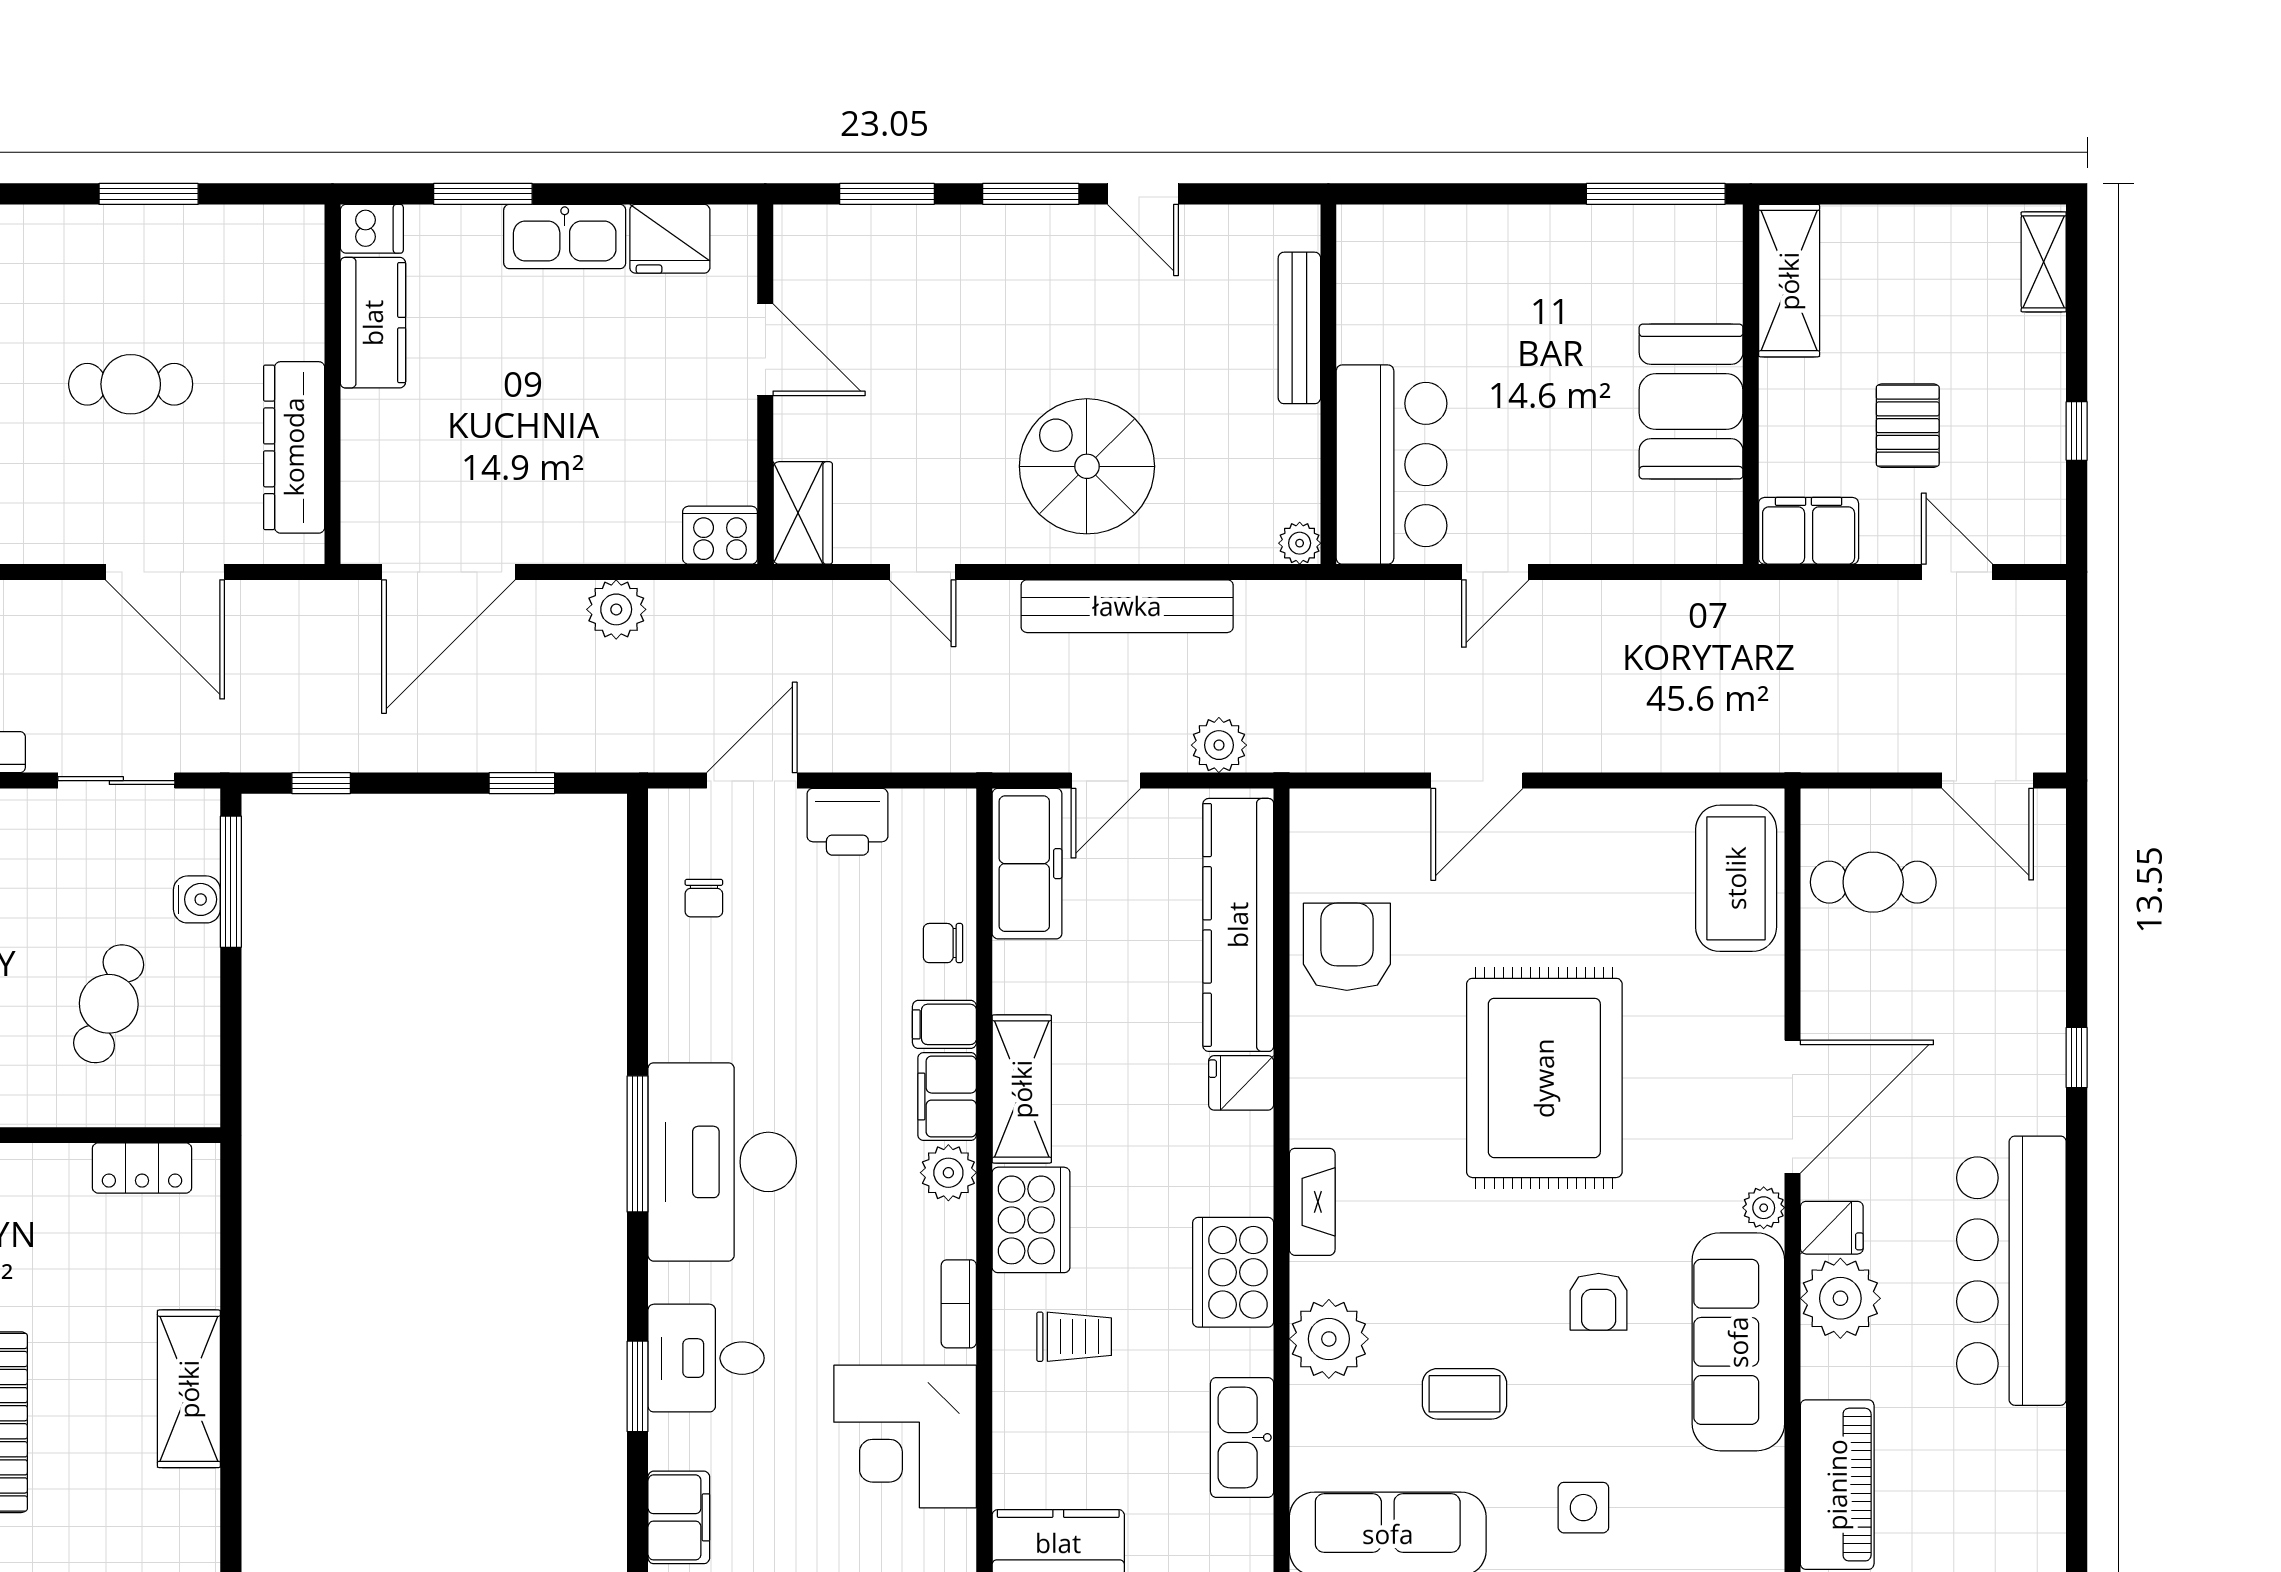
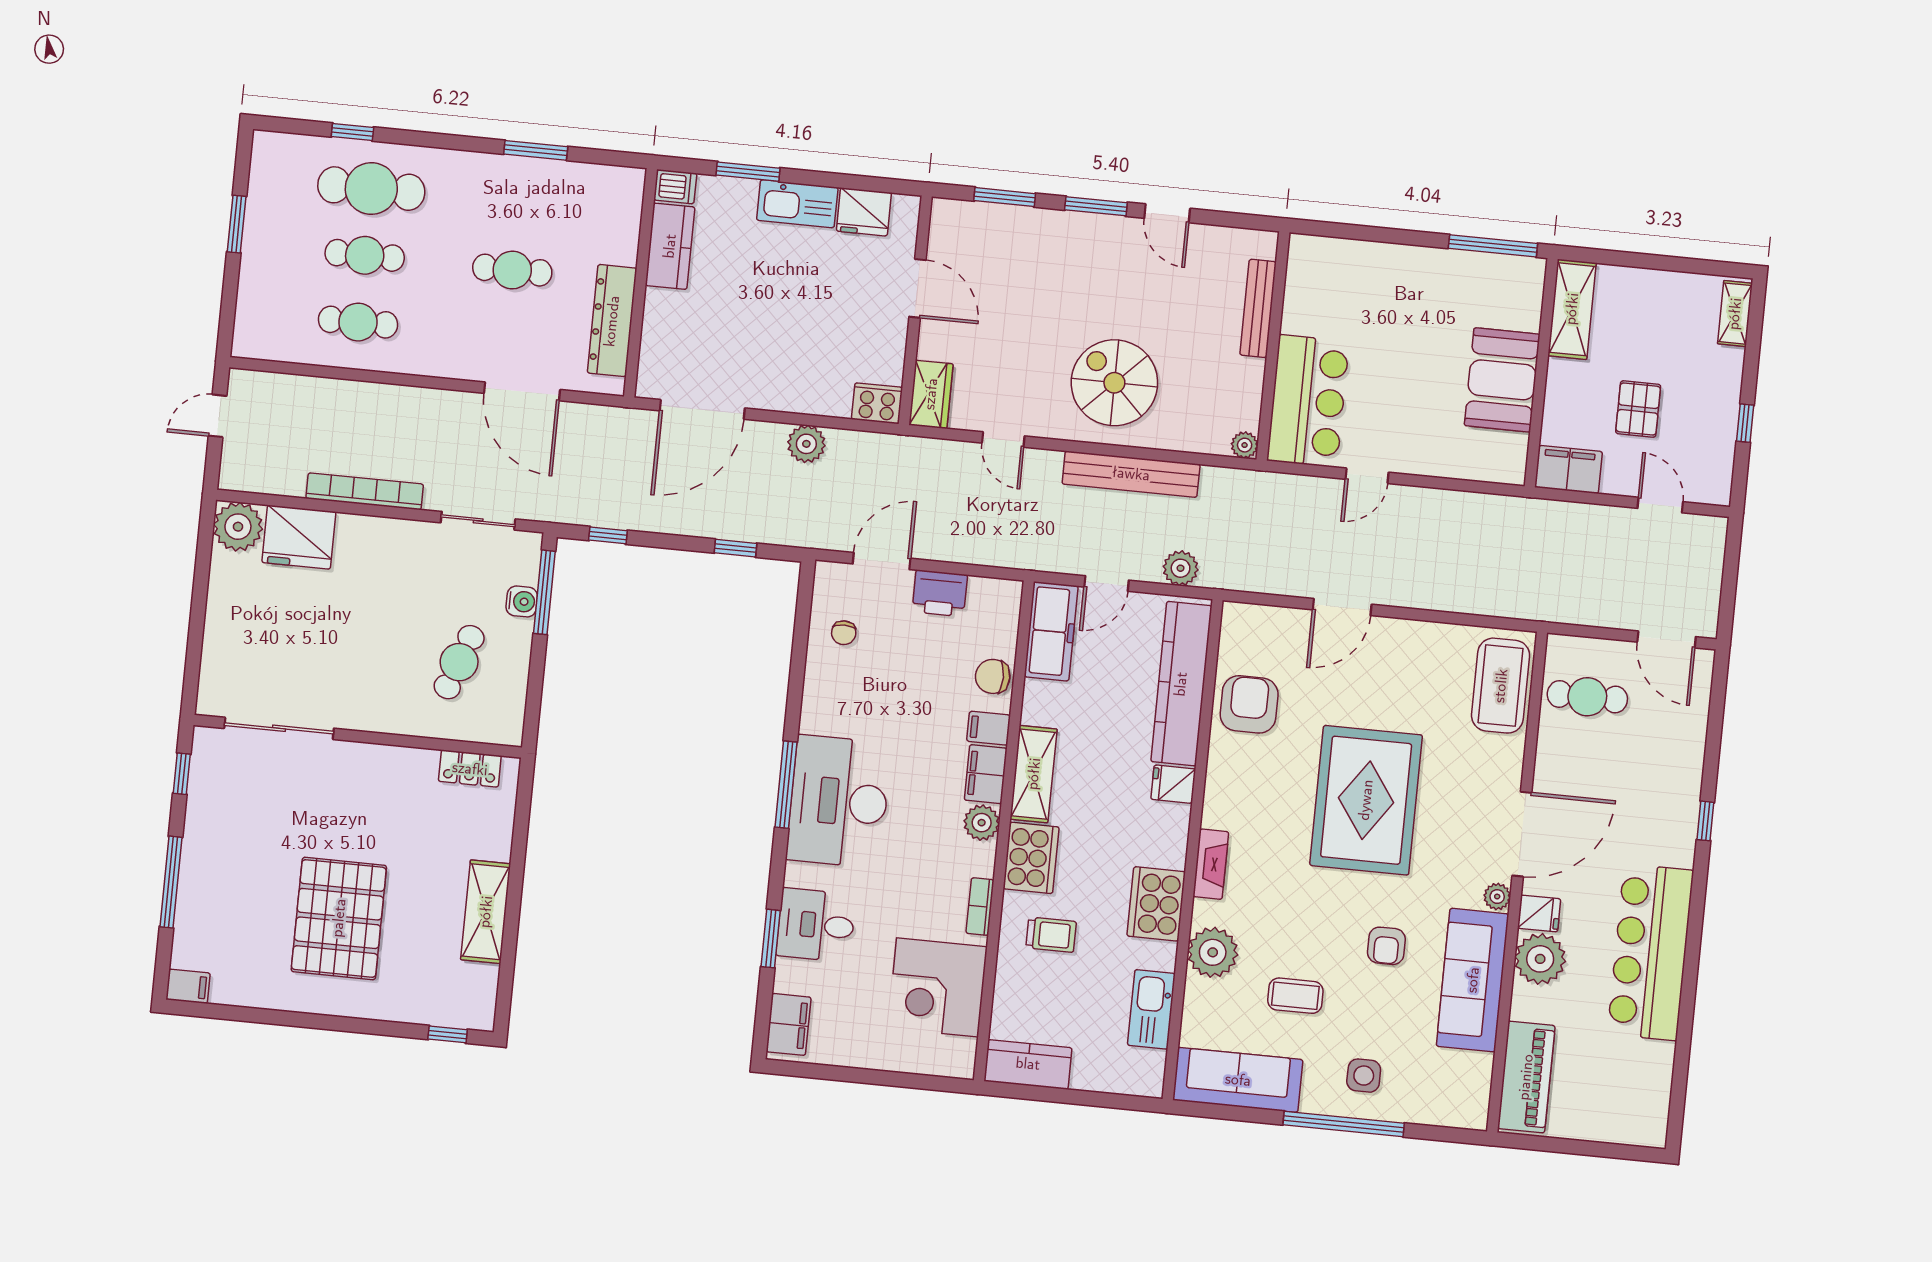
chair: (943, 943) -> (993, 676), width x1.37, depth x1.37

